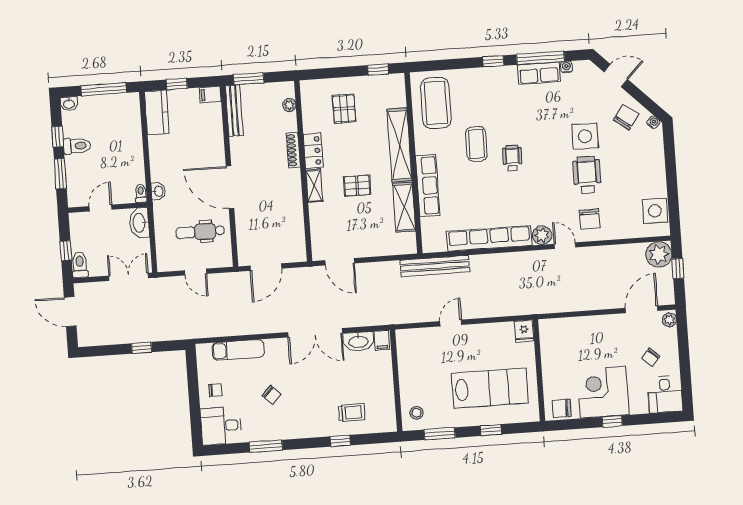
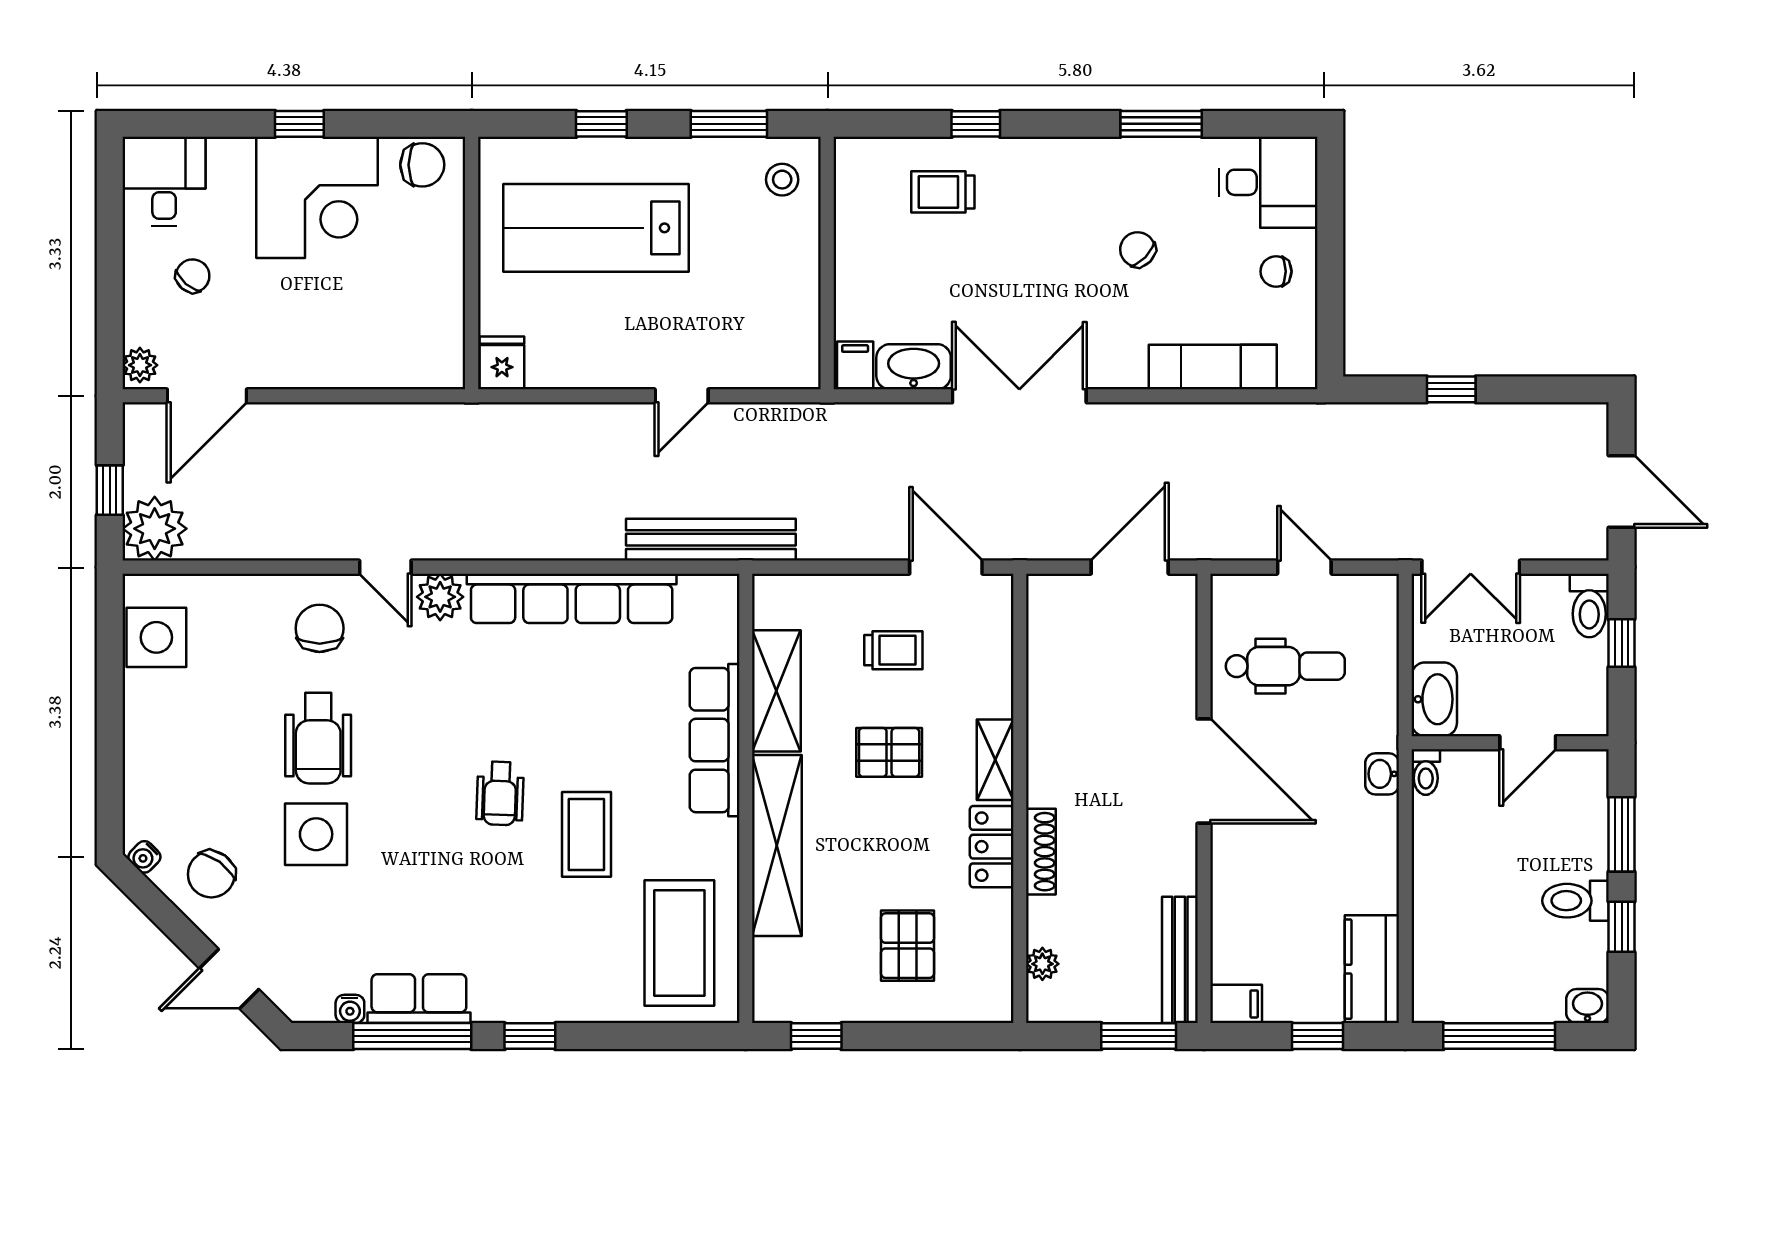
trolley: (358, 227) -> (893, 650), added

